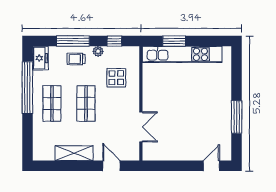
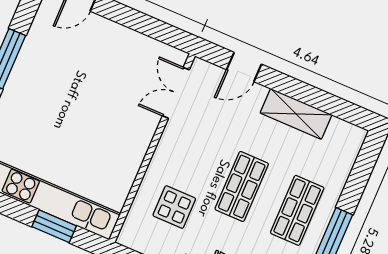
double door: (141, 127) -> (176, 93), moved
door: (111, 166) -> (244, 67), hinge flipped

